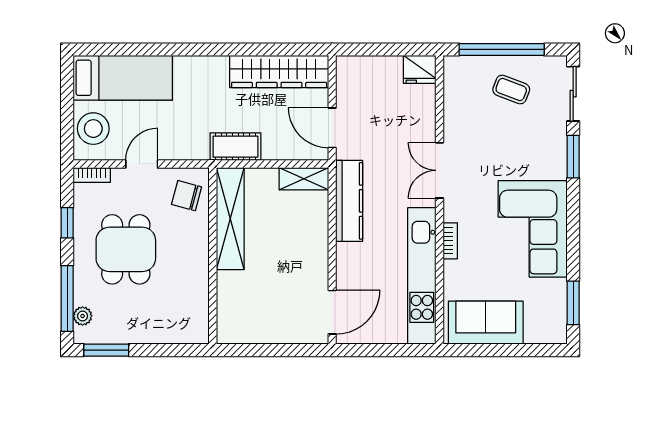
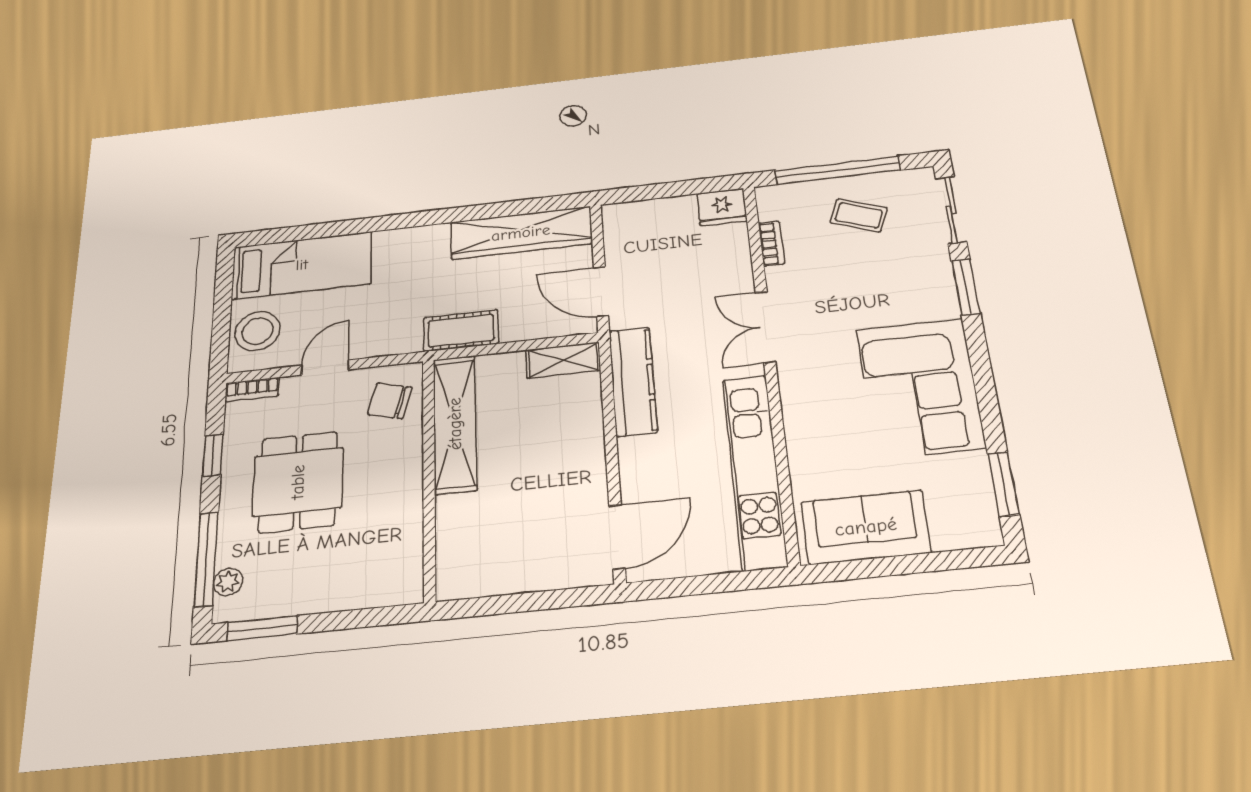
bookcase: (450, 241) -> (771, 244), moved

